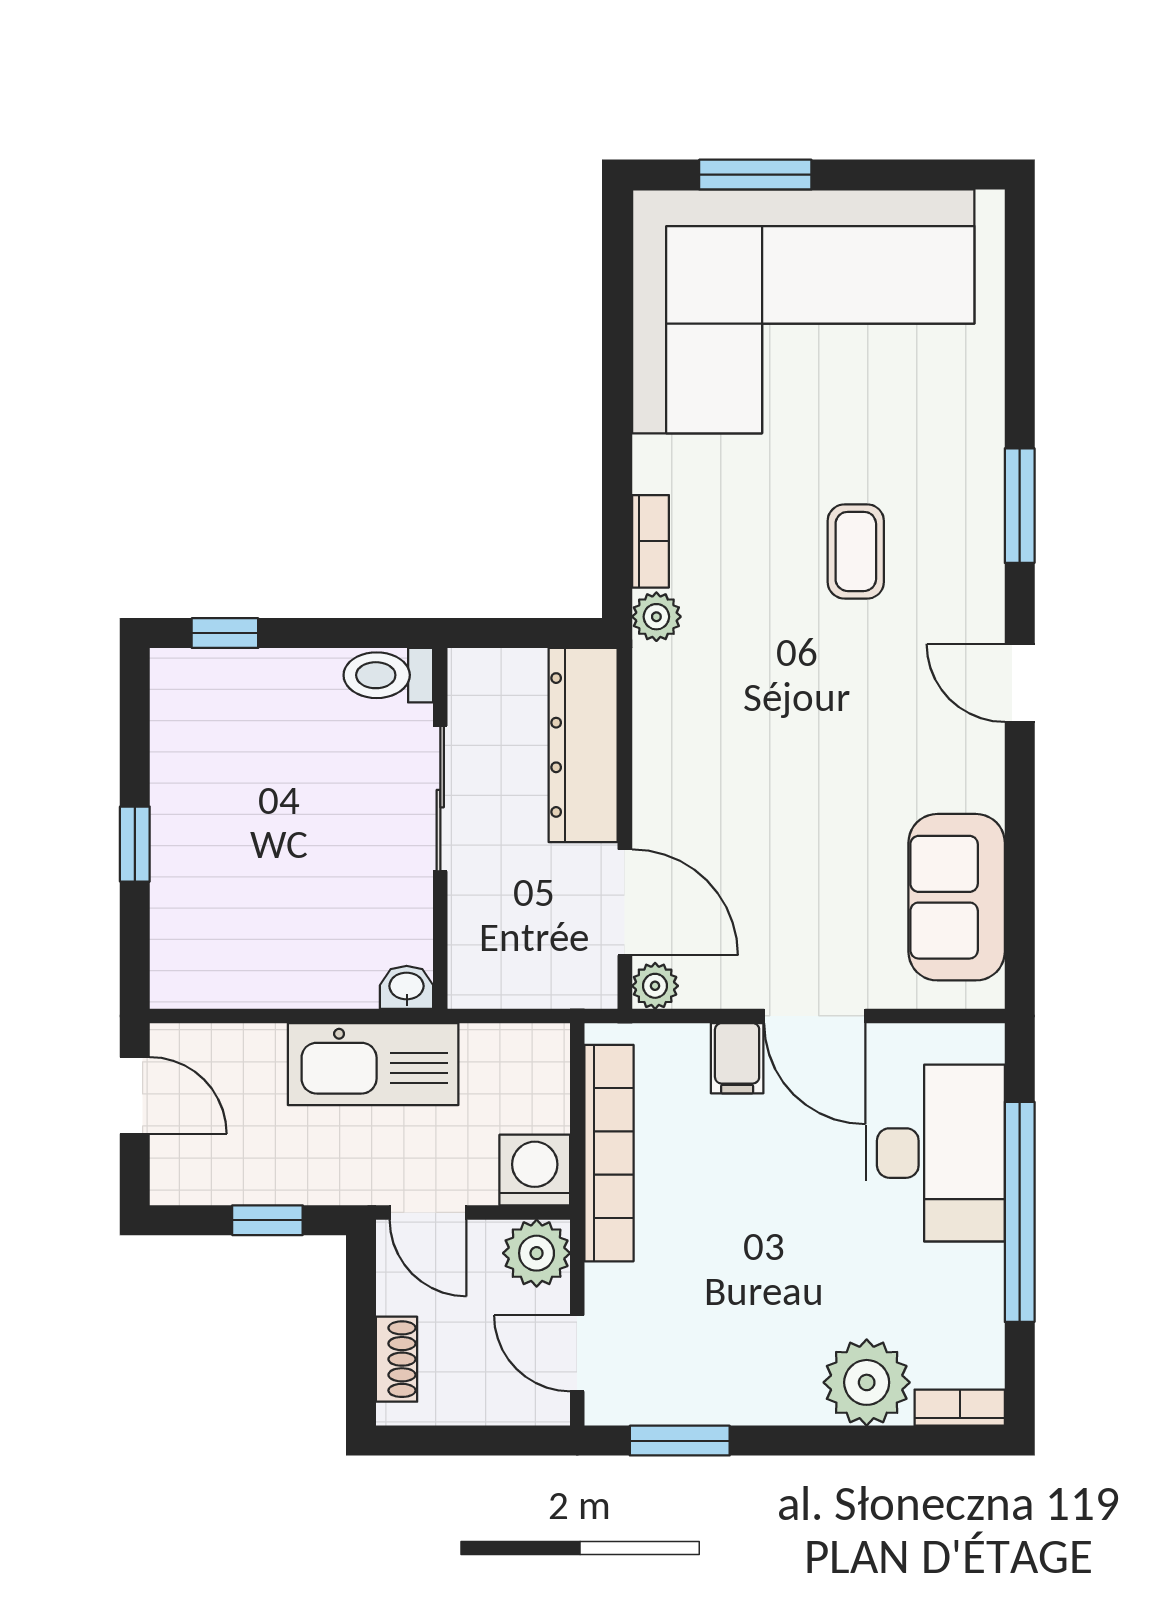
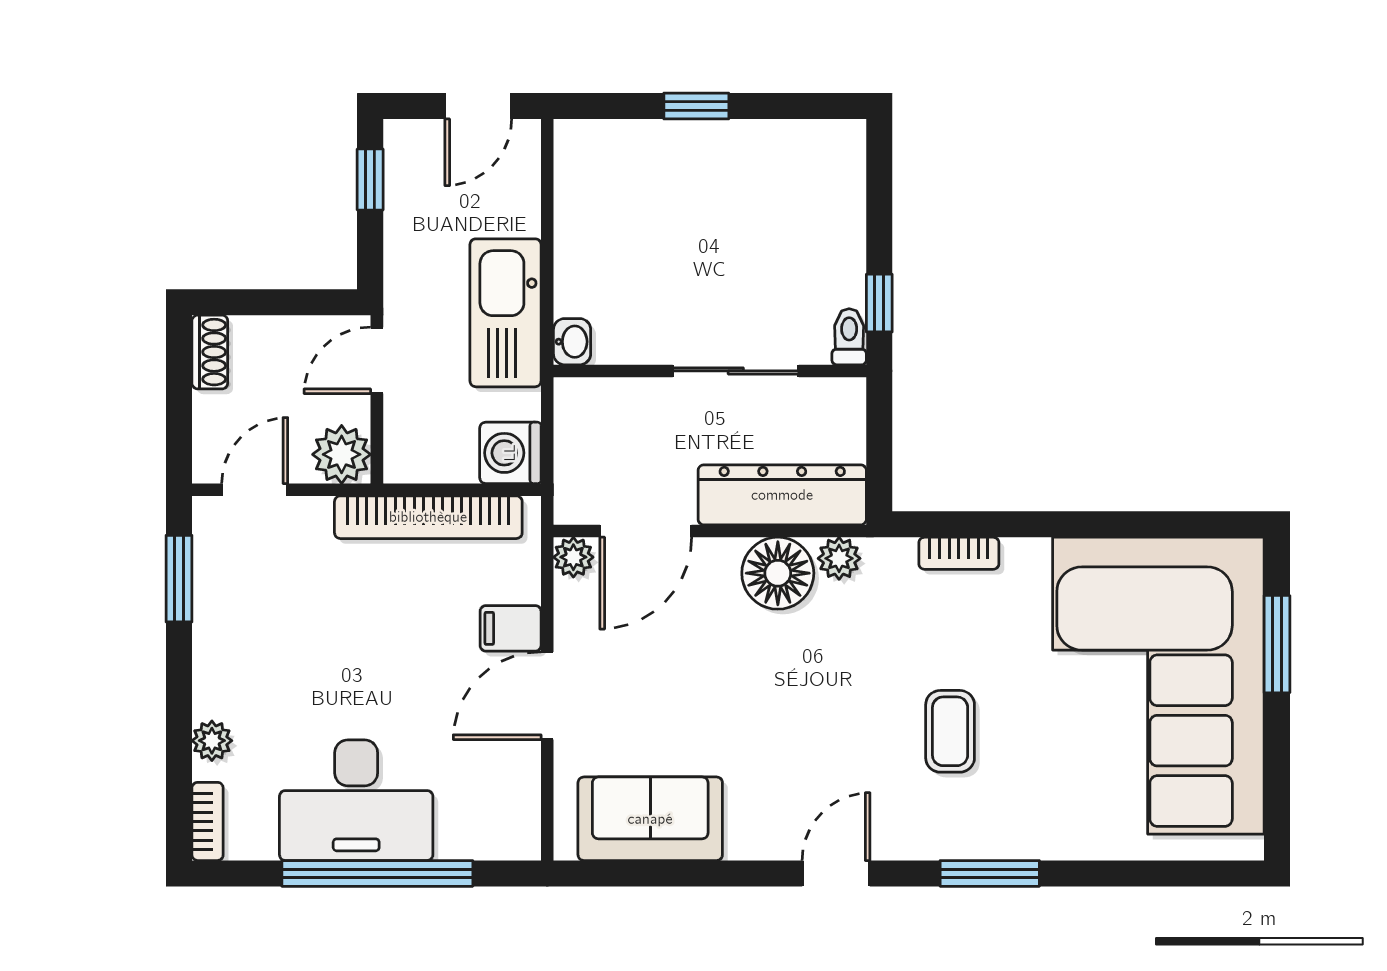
coffee table: (856, 551) -> (950, 731), turned 90
plant: (656, 617) -> (839, 558), moved
window: (225, 633) -> (879, 303), moved
toilet: (388, 675) -> (849, 337), width x0.73, depth x0.72
floor lamp: (674, 750) -> (778, 573), added
desk: (935, 1153) -> (356, 800), moved
washing machine: (535, 1170) -> (510, 453), moved, turned 180
window: (267, 1220) -> (370, 180), moved
shoe rack: (397, 1359) -> (210, 352), moved, turned -90
plant: (867, 1382) -> (212, 741), width x0.53, depth x0.53

